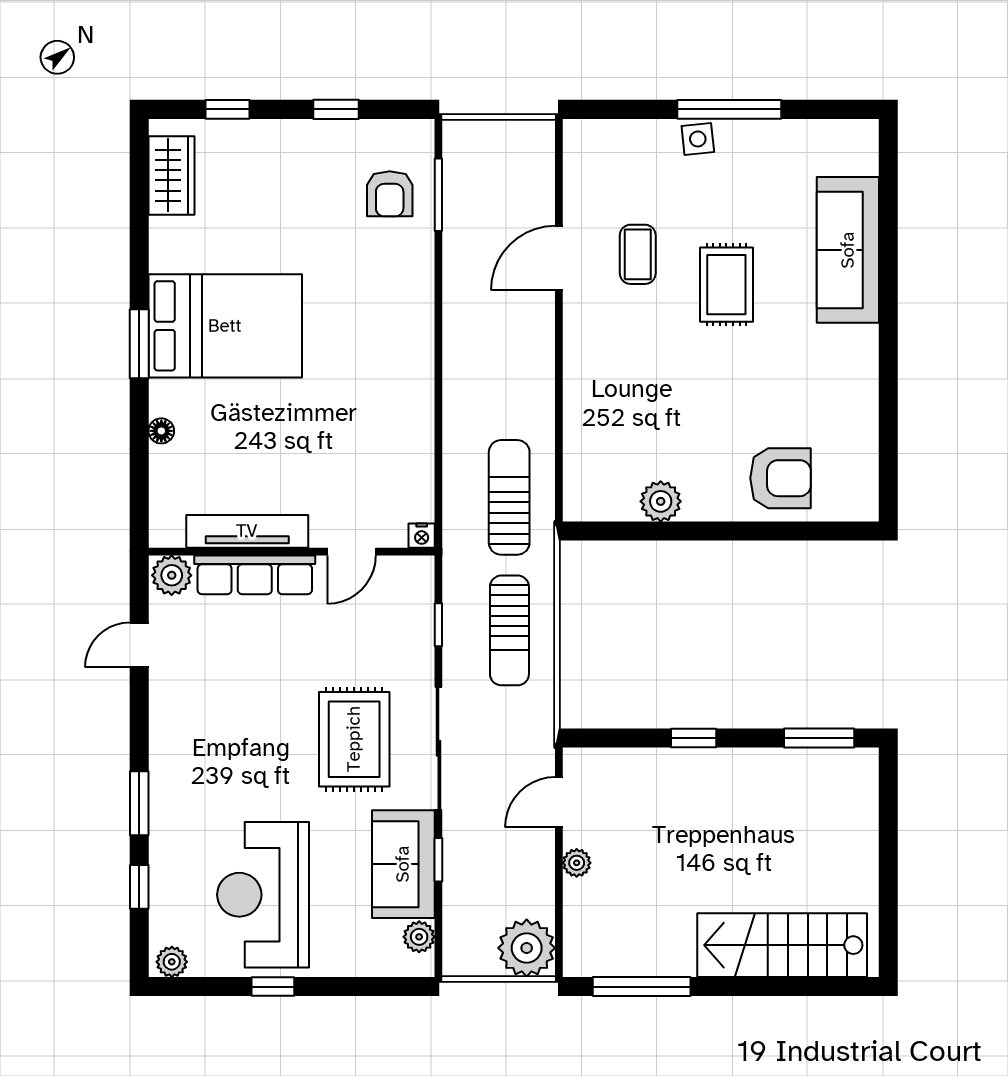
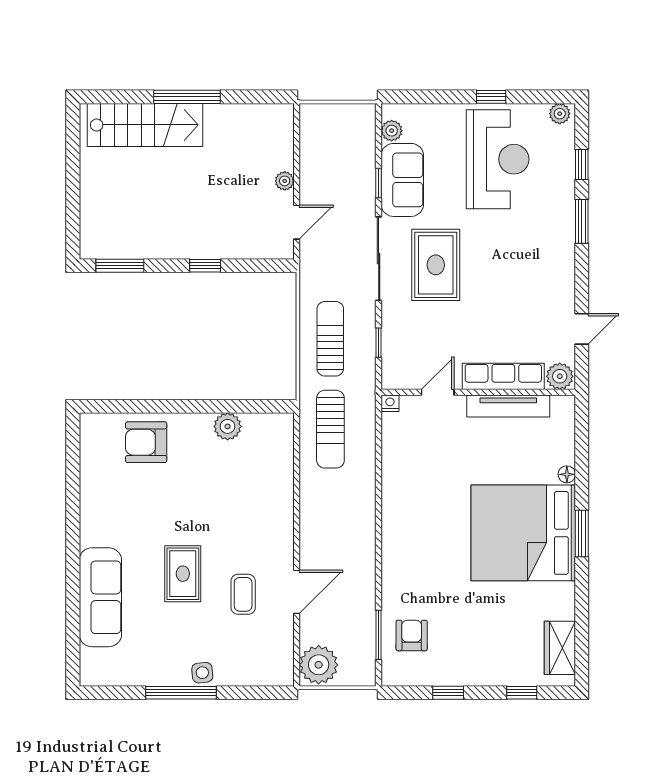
bed: (225, 326) -> (523, 533), width x1.36
plant: (527, 948) -> (319, 665), moved
window: (642, 987) -> (187, 97), moved

